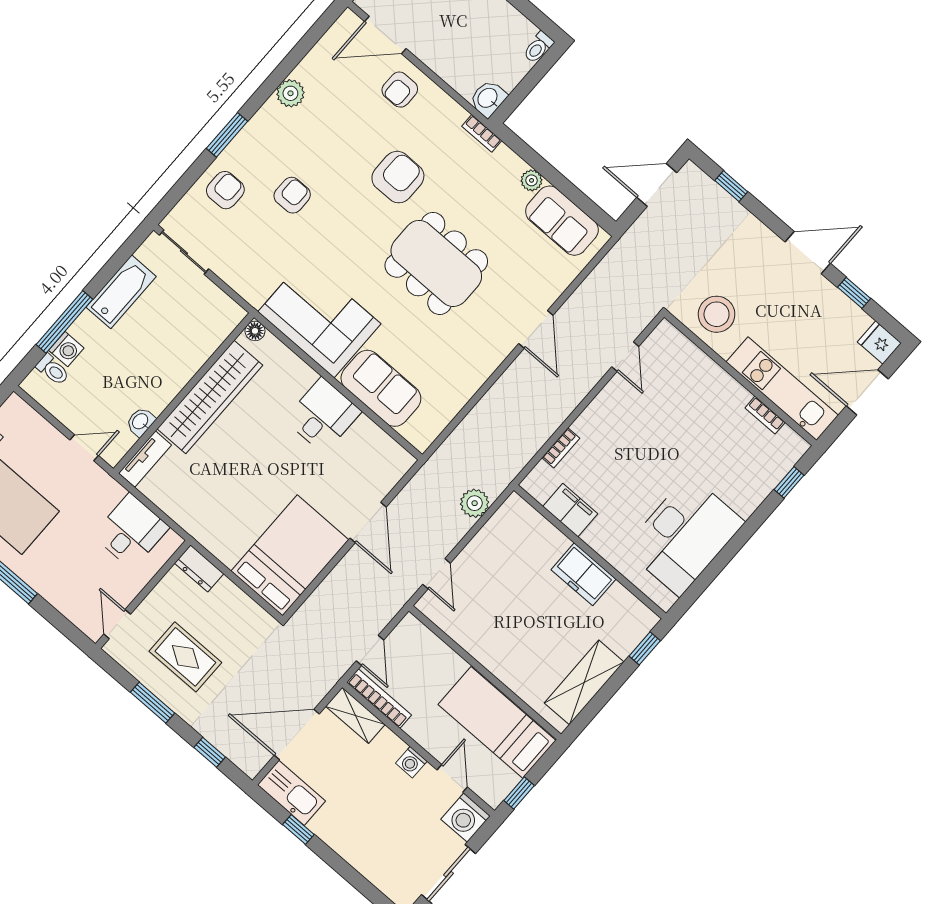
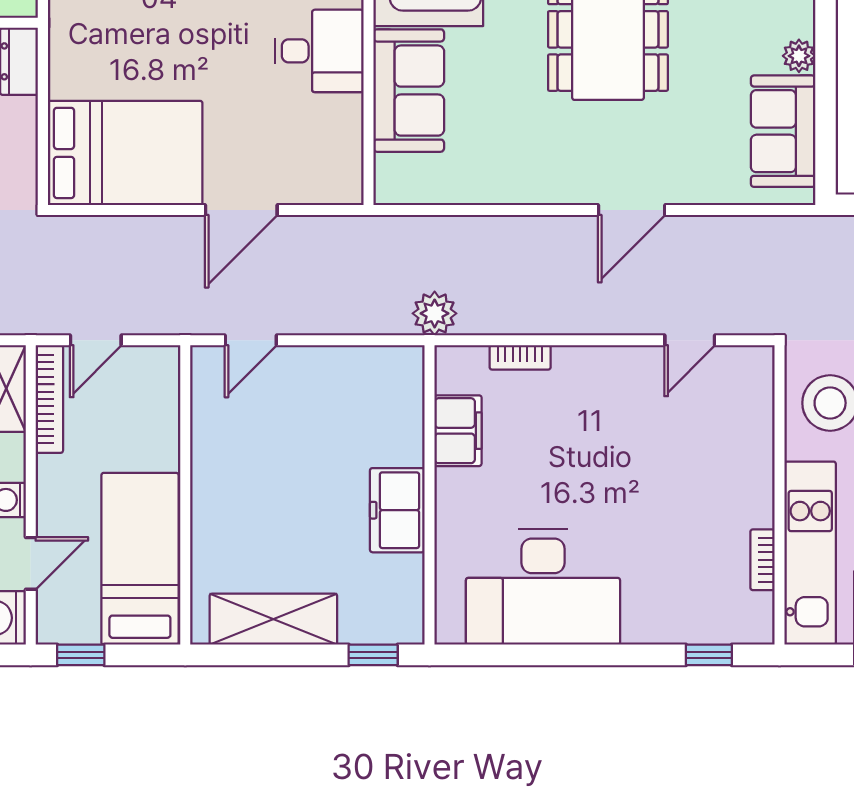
plant: (475, 503) -> (435, 313), moved

